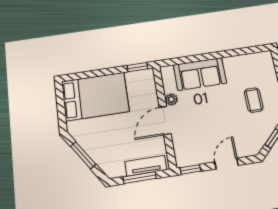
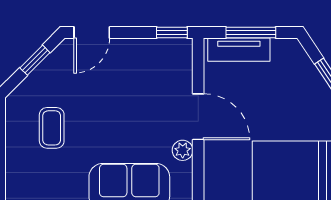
door: (165, 121) -> (198, 117), hinge flipped
door: (227, 164) -> (92, 32), moved

